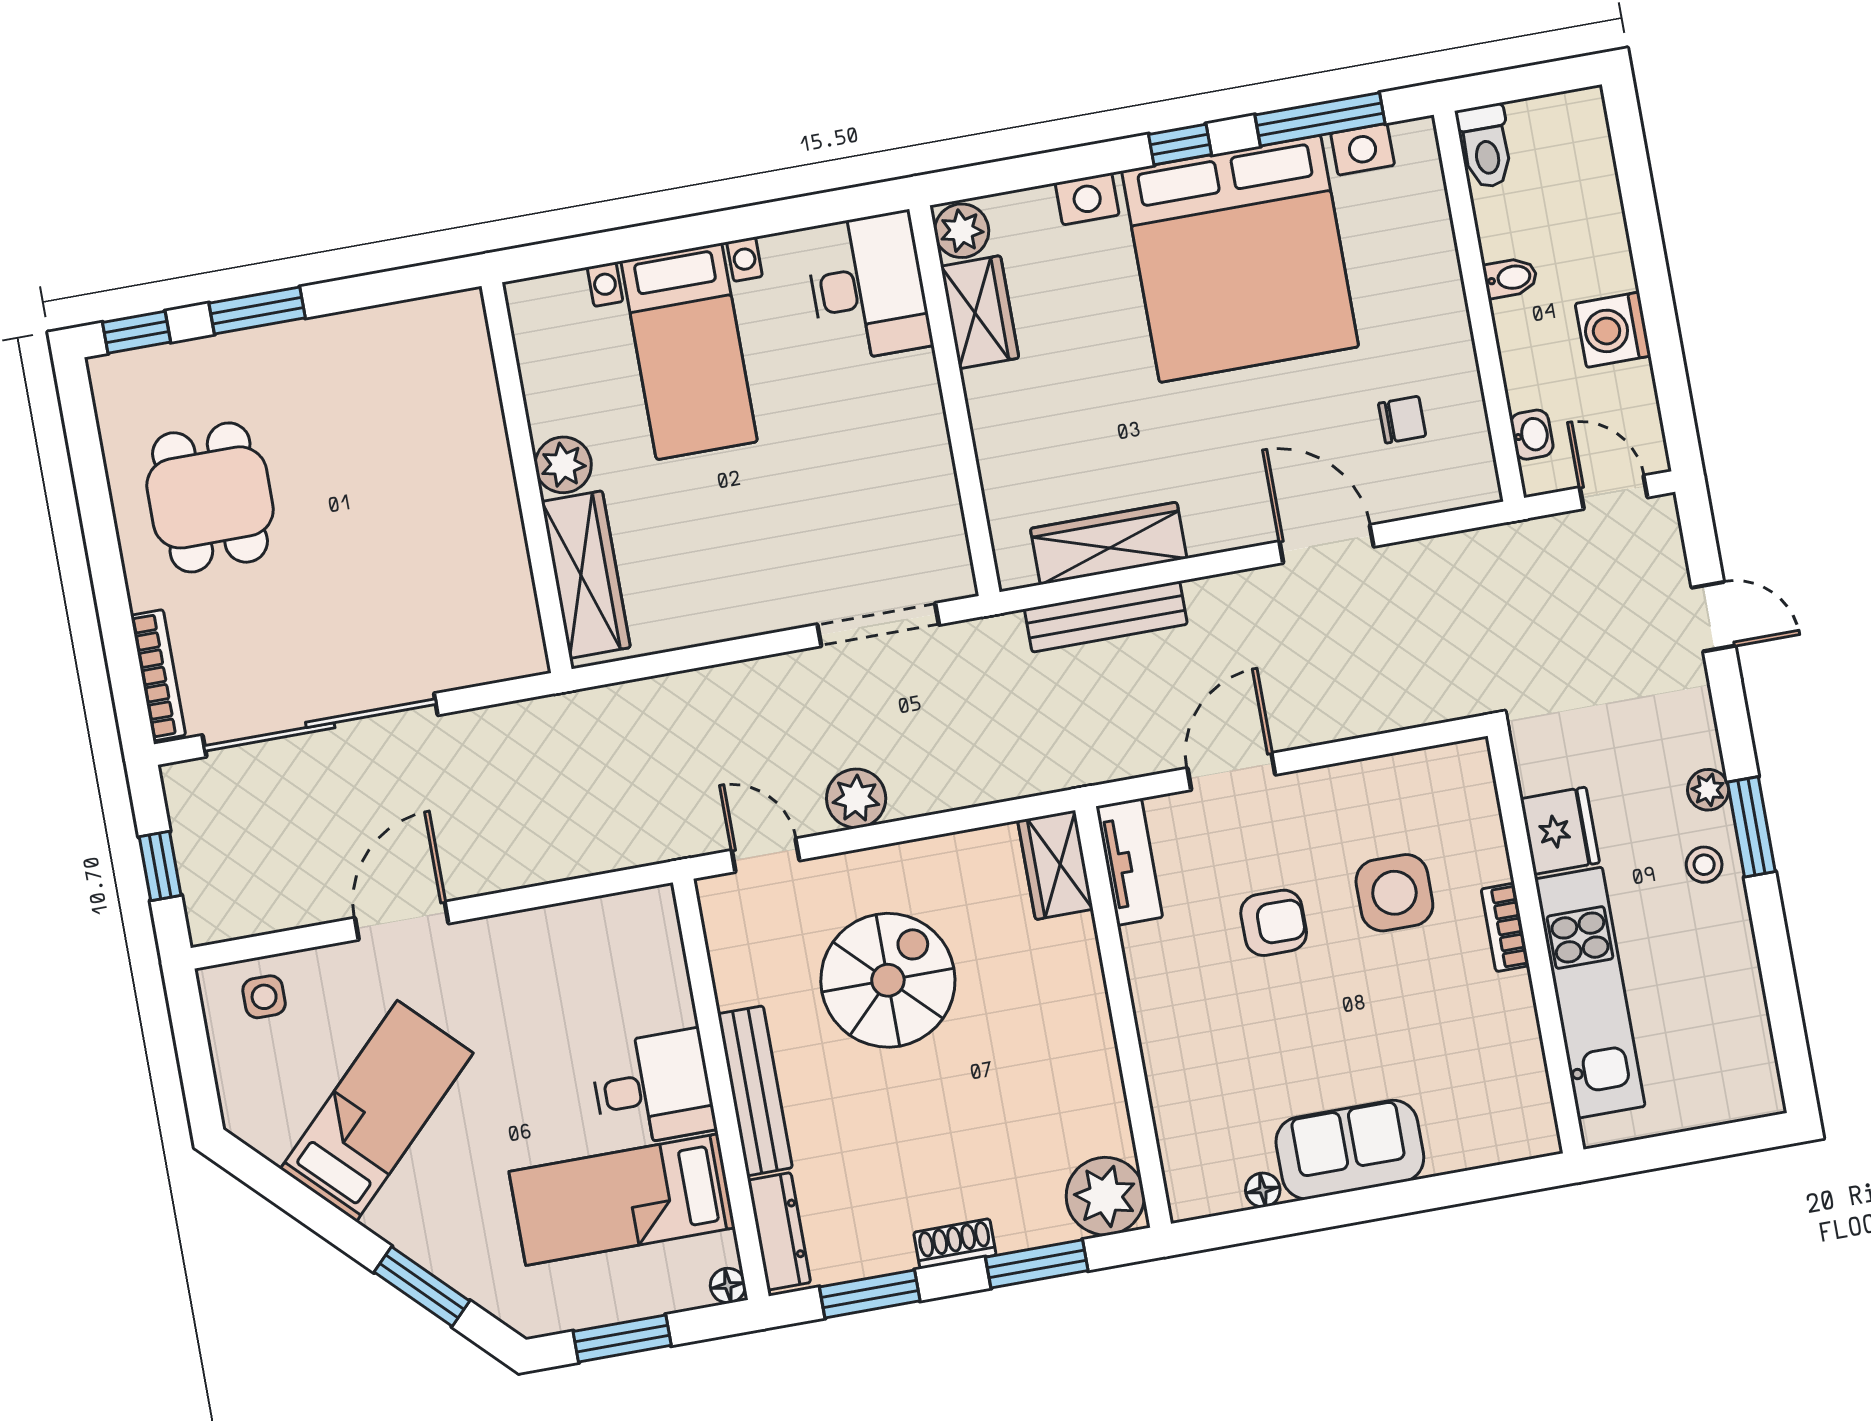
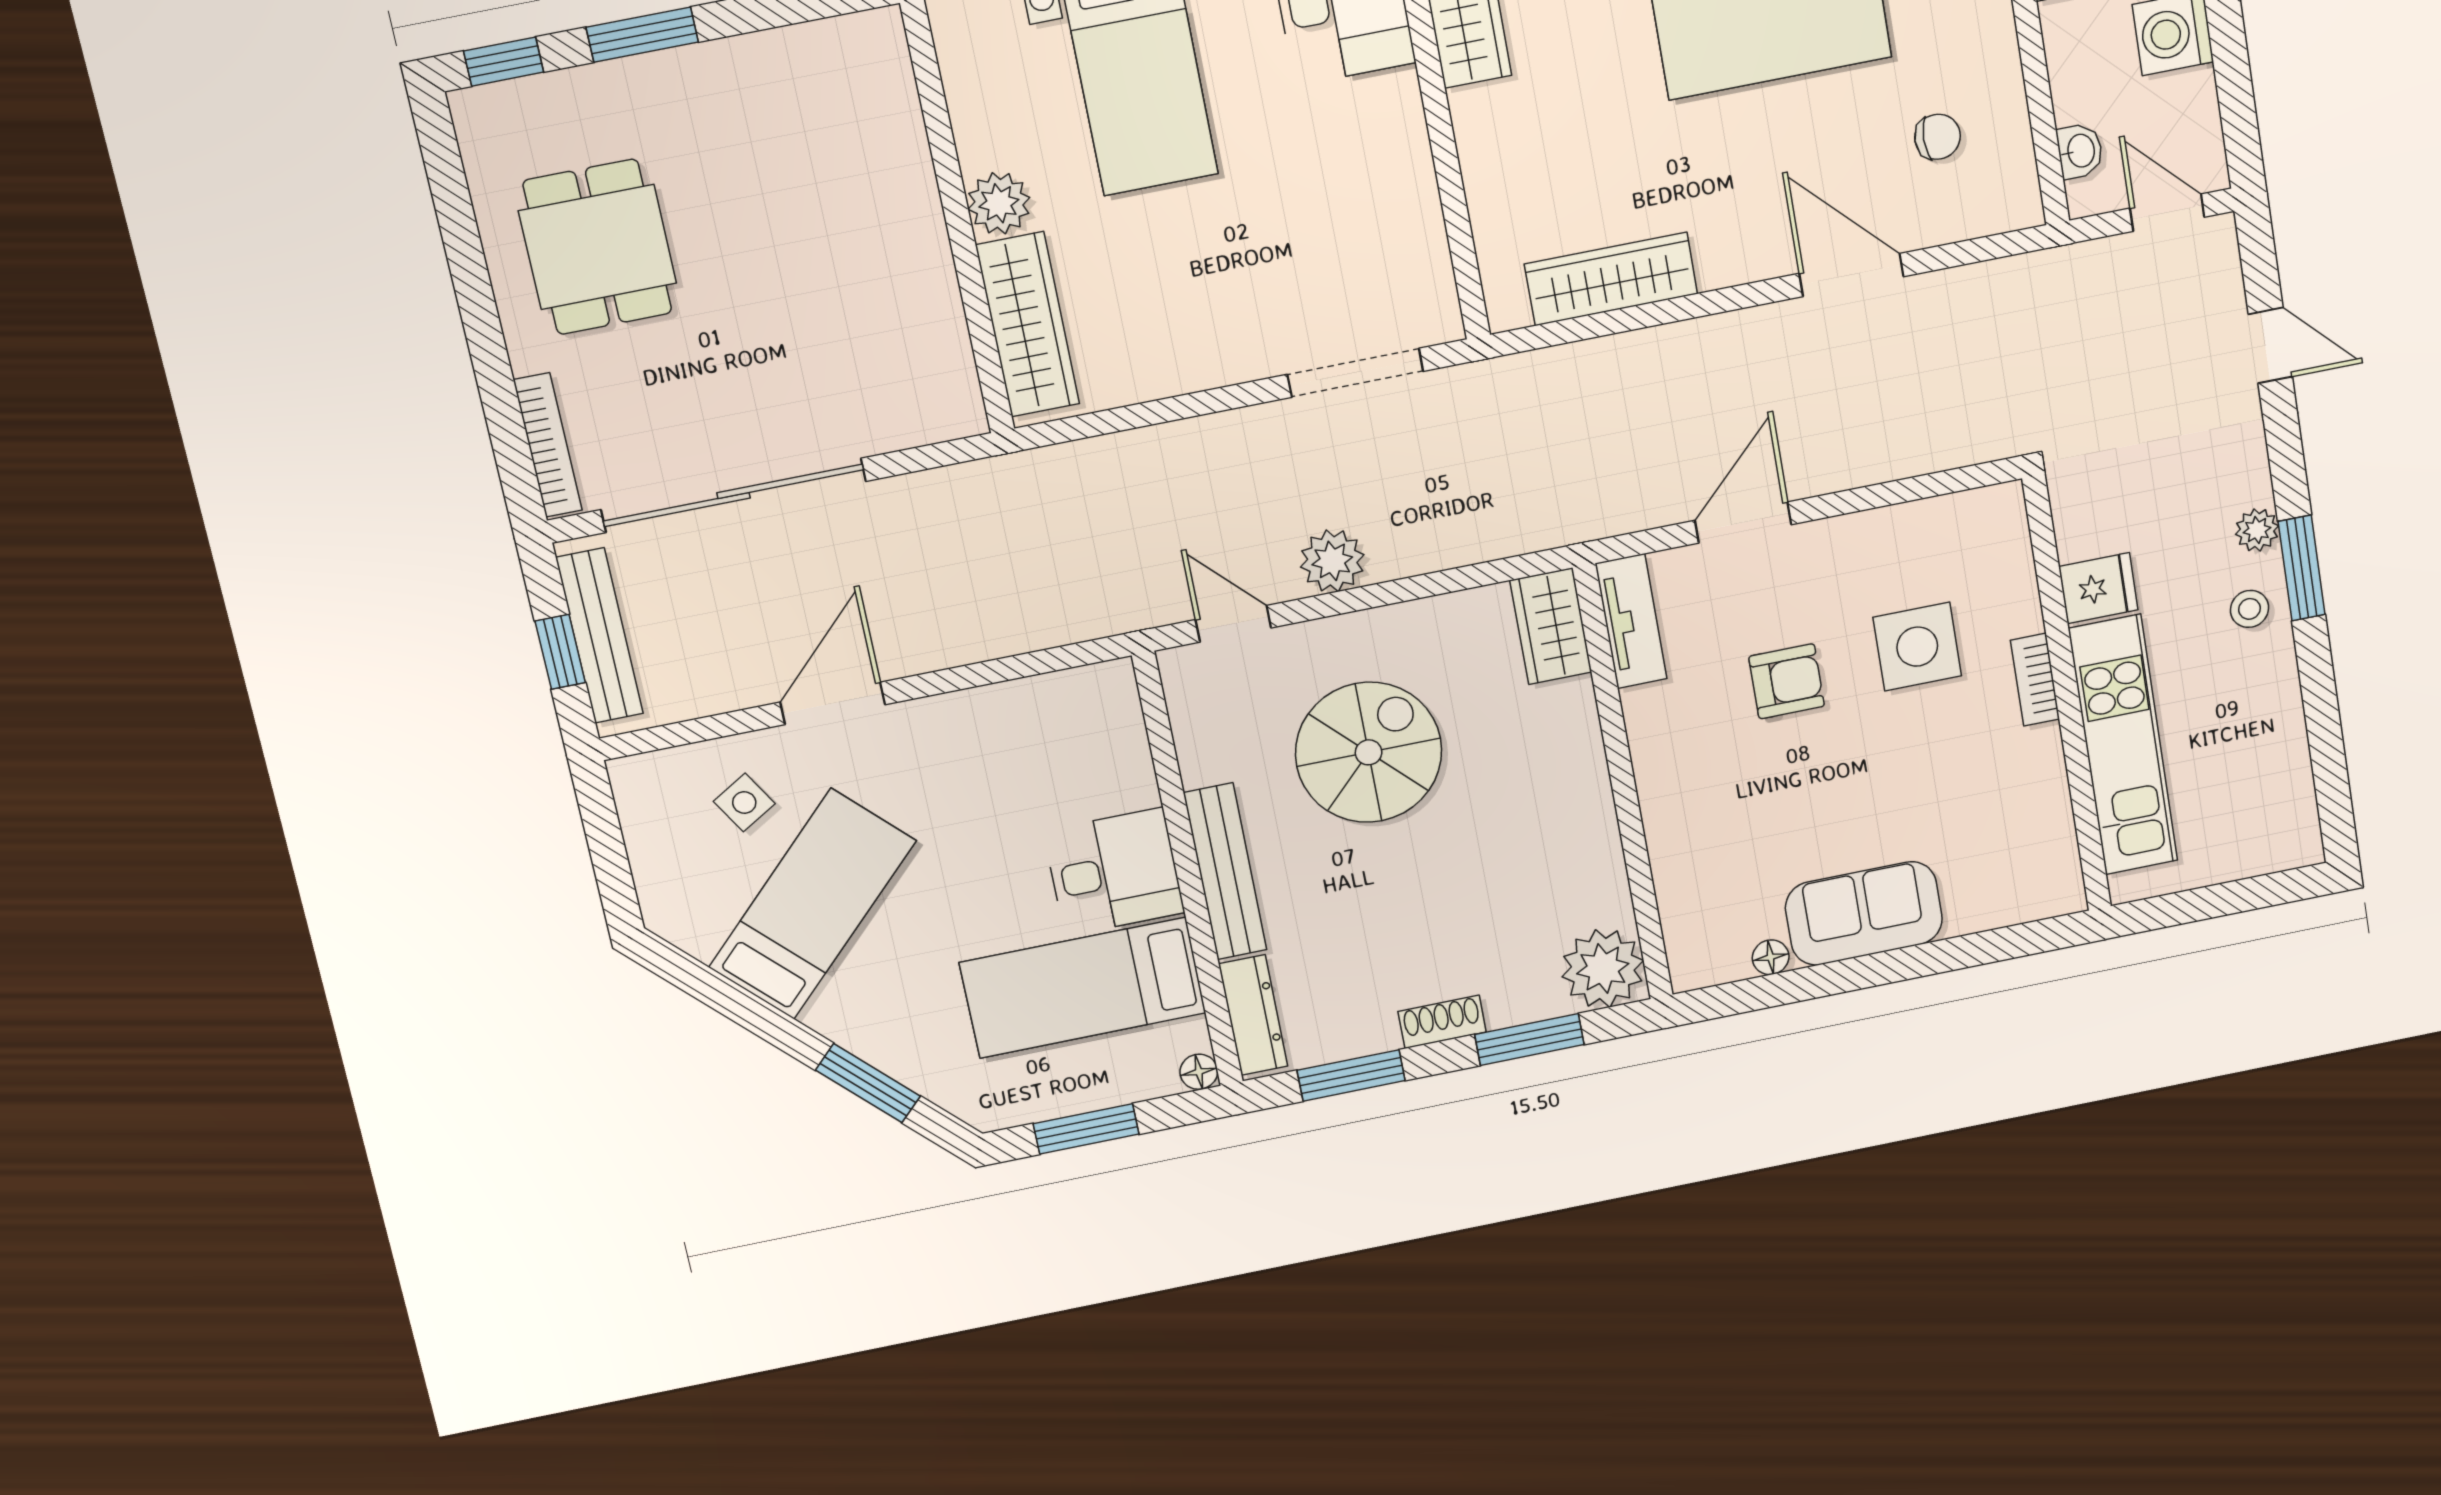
bench: (1106, 617) -> (599, 636), moved, turned 90
fridge: (1560, 831) -> (2098, 588), width x0.72
side table: (264, 997) -> (744, 803), moved, turned -31

